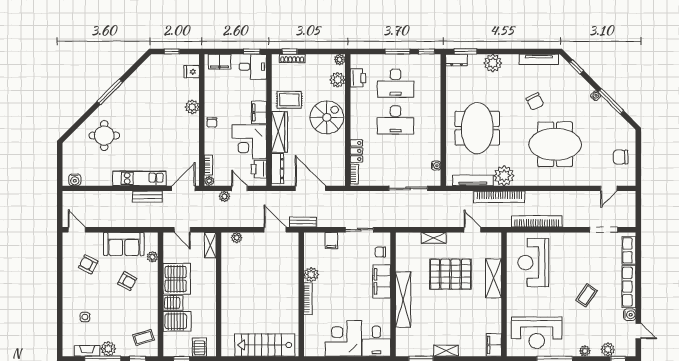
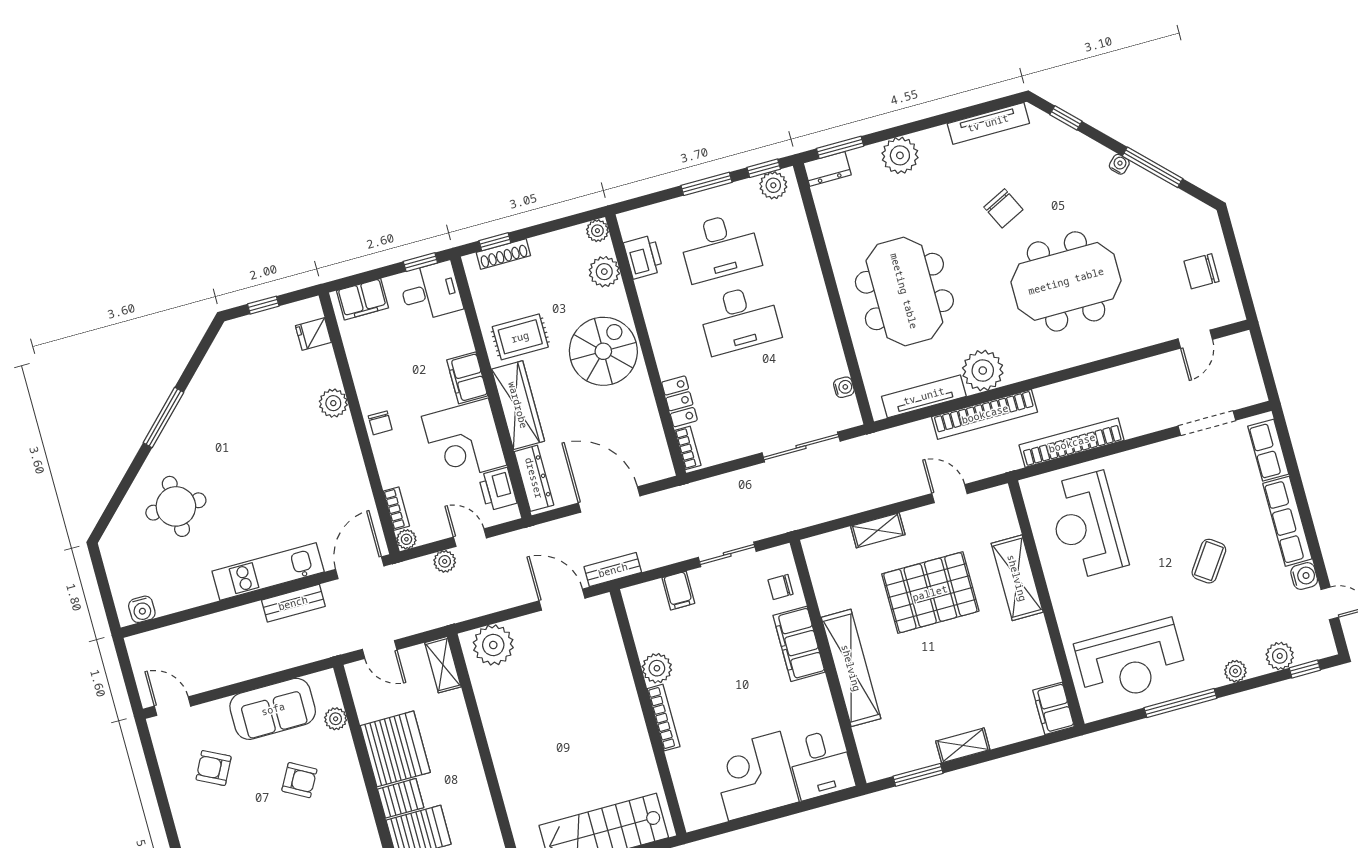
plant: (429, 61) -> (773, 185), added
plant: (237, 238) -> (493, 645), width x1.87, depth x1.87

